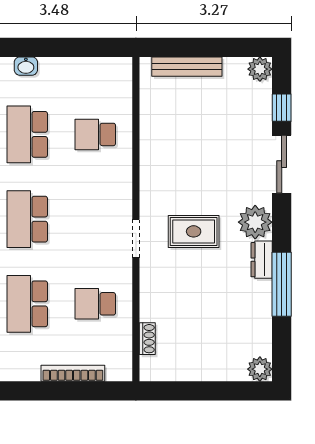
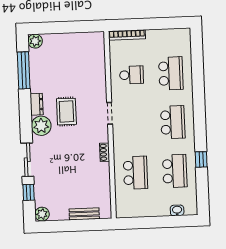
bench: (187, 67) -> (84, 214), width x0.73
school desk: (95, 134) -> (135, 173), width x1.85
rug: (194, 231) -> (66, 112), moved, turned 90
window: (282, 284) -> (24, 70), moved
shoe rack: (147, 339) -> (105, 152), moved
bookcase: (73, 373) -> (127, 35), moved

